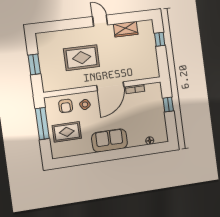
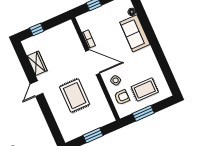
window: (42, 124) -> (143, 113), width x0.69
rug: (67, 132) -> (145, 89), turned 90
sofa: (109, 141) -> (135, 33), moved

